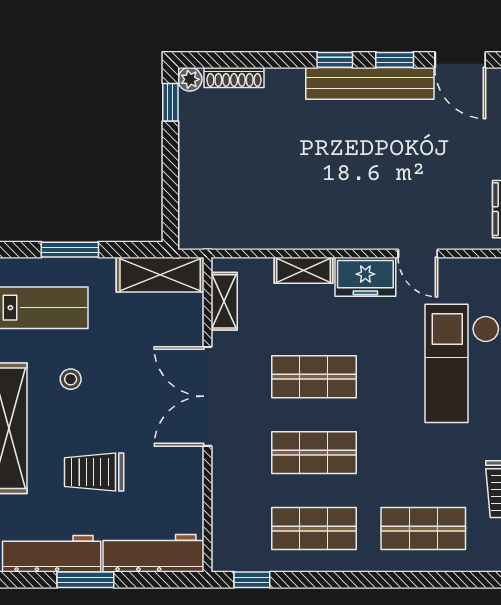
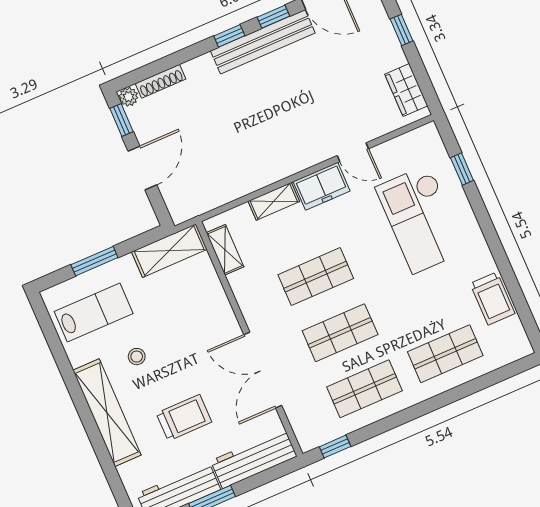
door: (170, 167) -> (142, 168), added
double door: (207, 396) -> (263, 370), moved
trolley: (94, 472) -> (184, 418), turned 180

